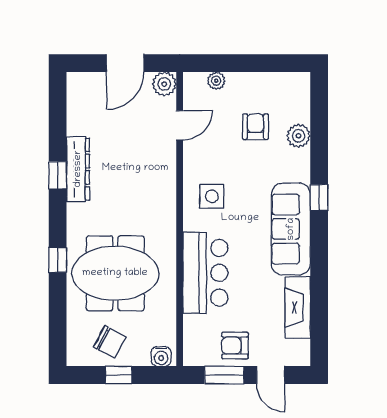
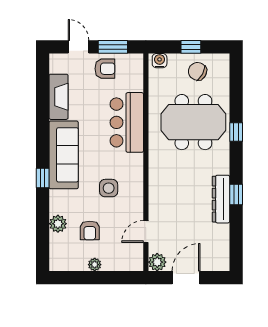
plant: (216, 81) -> (95, 265), moved
side table: (212, 196) -> (109, 188), moved

